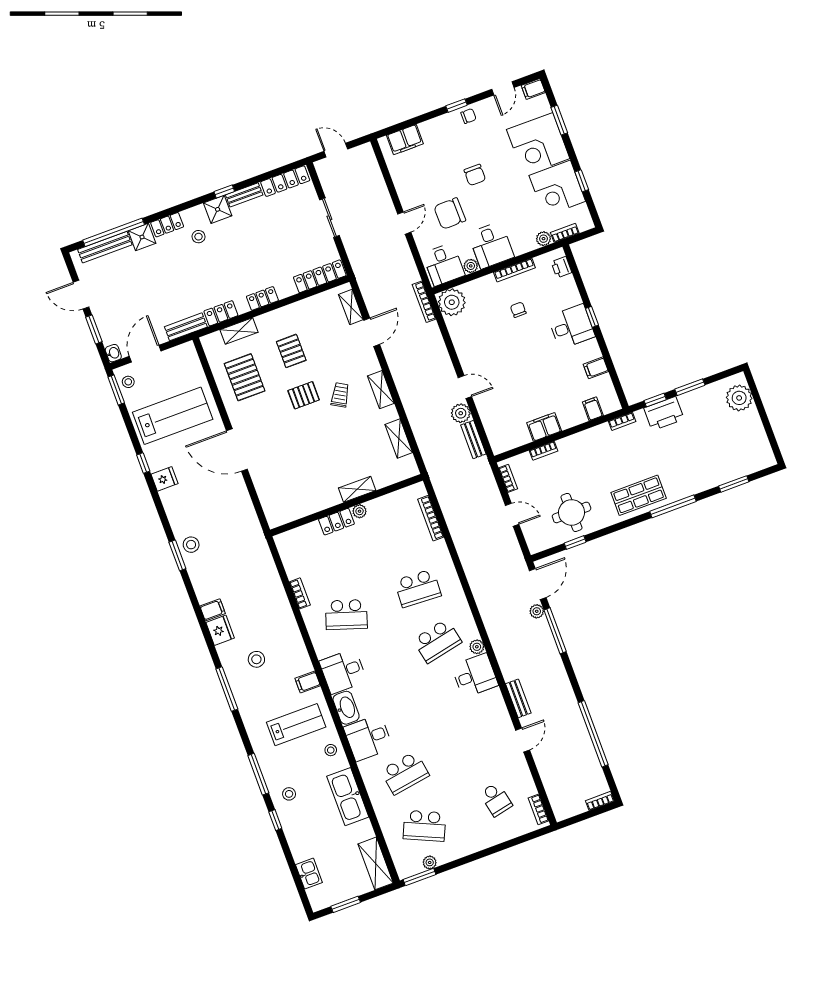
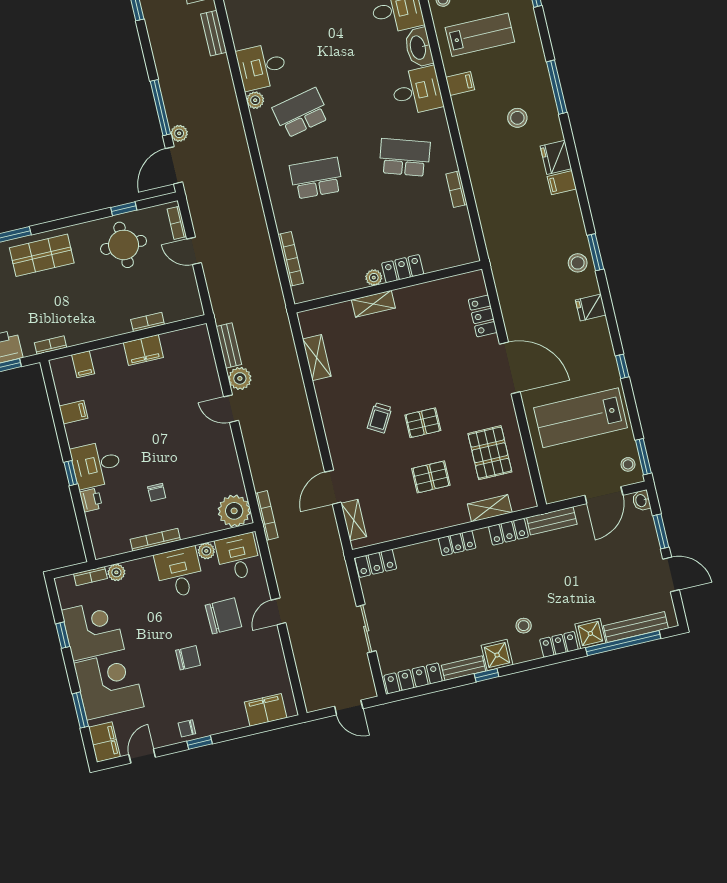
filing cabinet: (533, 89) -> (104, 742), width x2.00
chair: (475, 175) -> (188, 658), turned 90
printer: (561, 267) -> (91, 500), moved
locker: (320, 276) -> (376, 563), width x0.66
pallet: (291, 351) -> (431, 477), turned 90
shelving: (381, 390) -> (331, 418), removed
bookcase: (508, 478) -> (177, 223), moved
fridge: (165, 479) -> (591, 307), moved
locker: (265, 491) -> (483, 316), added
lab bench: (296, 725) -> (480, 35), turned 180

